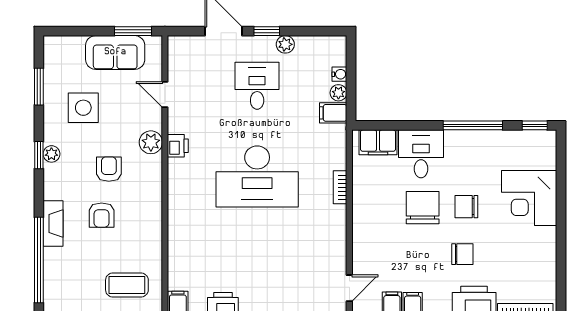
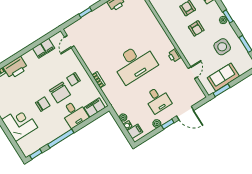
door: (165, 95) -> (193, 73), hinge flipped
filing cabinet: (333, 113) -> (135, 131), moved
plant: (151, 142) -> (186, 50), removed
desk: (257, 176) -> (135, 63), turned 180
chair: (462, 254) -> (73, 79), moved

